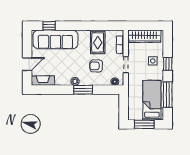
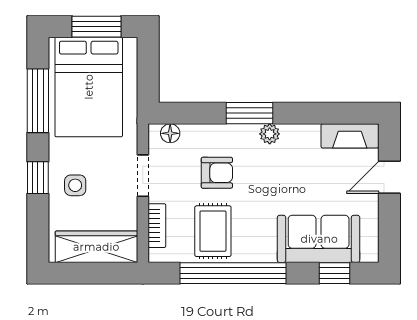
window: (90, 26) -> (233, 273), added
sofa: (55, 39) -> (319, 239), width x0.73
bed: (152, 100) -> (89, 87), width x1.50

